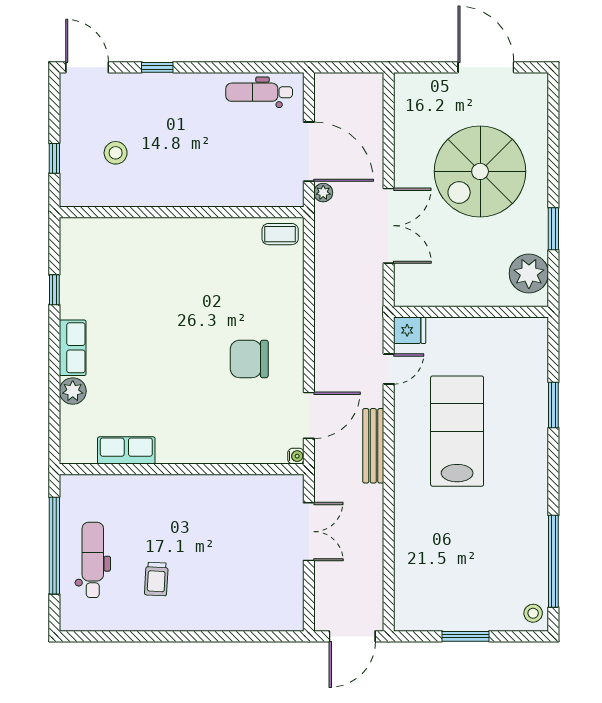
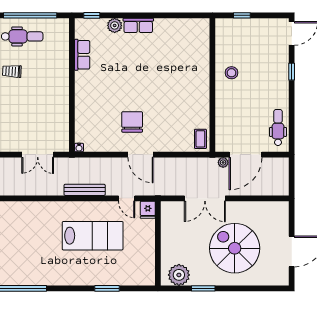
stool: (116, 153) -> (232, 73), moved
window: (54, 290) -> (92, 15), moved
door: (309, 415) -> (141, 155), moved

